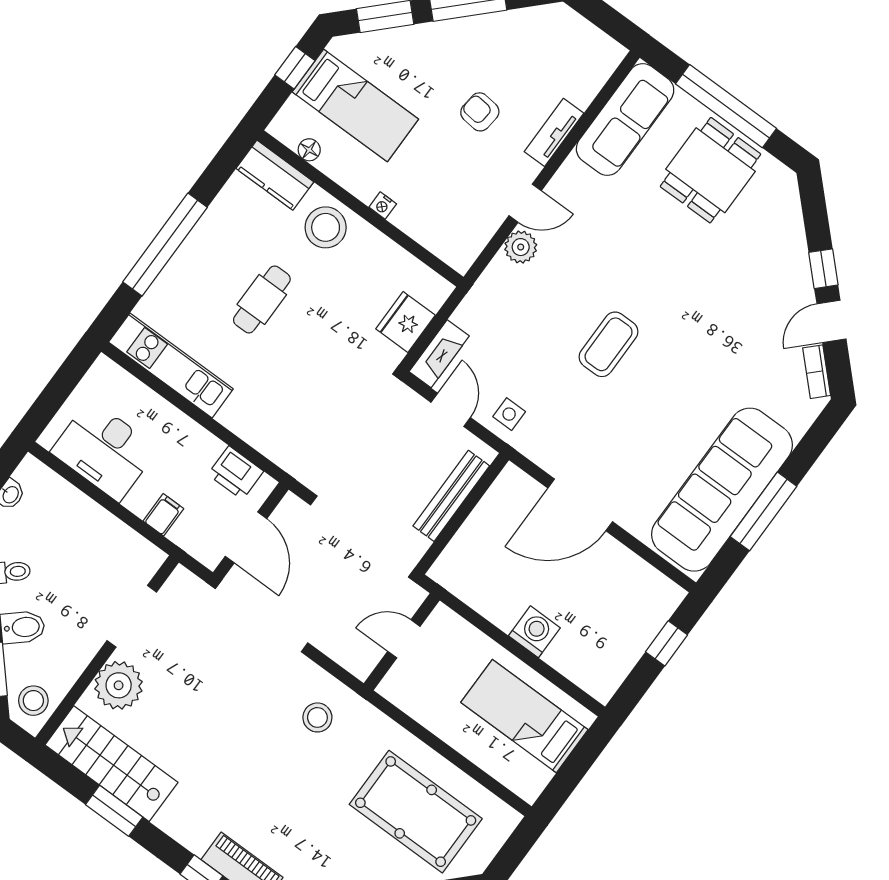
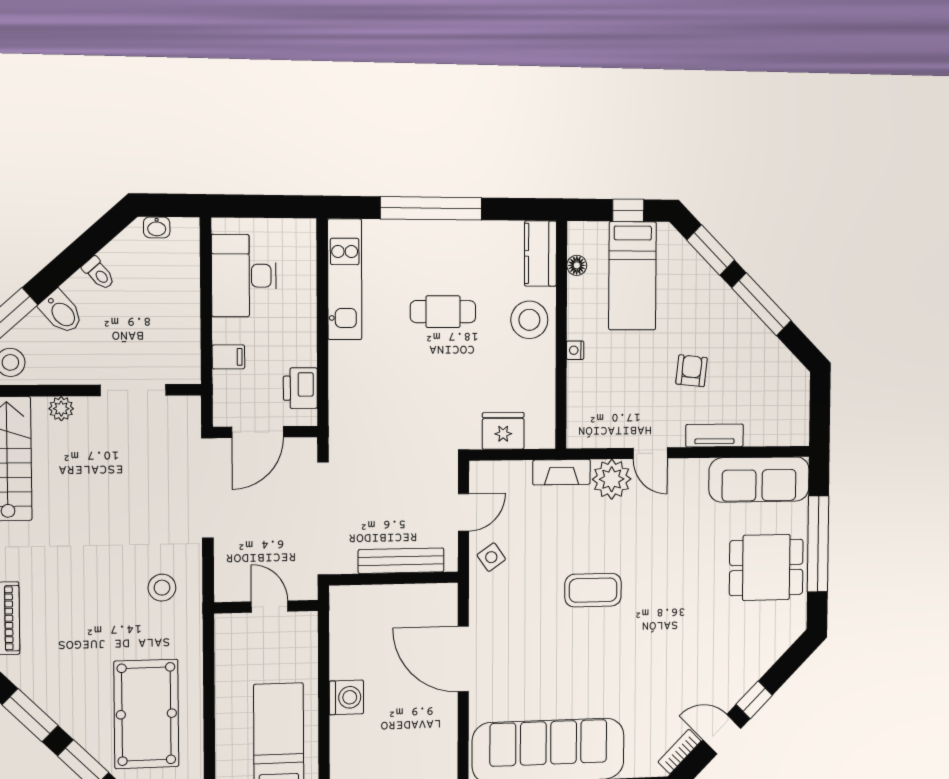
plant: (521, 247) -> (612, 479), width x1.36, depth x1.36
fireplace: (439, 354) -> (562, 472), moved
side table: (509, 414) -> (491, 557), turned -35
plant: (119, 685) -> (61, 409), width x0.53, depth x0.53

